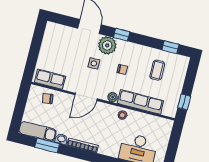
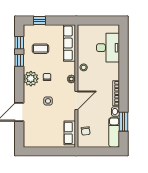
window: (122, 35) -> (19, 60), moved
plant: (107, 45) -> (31, 79), moved
door: (86, 97) -> (76, 100), hinge flipped
row of seats: (140, 102) -> (69, 43), moved
window: (184, 102) -> (39, 21), moved

